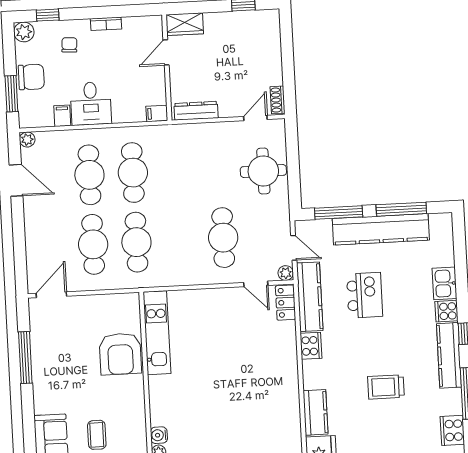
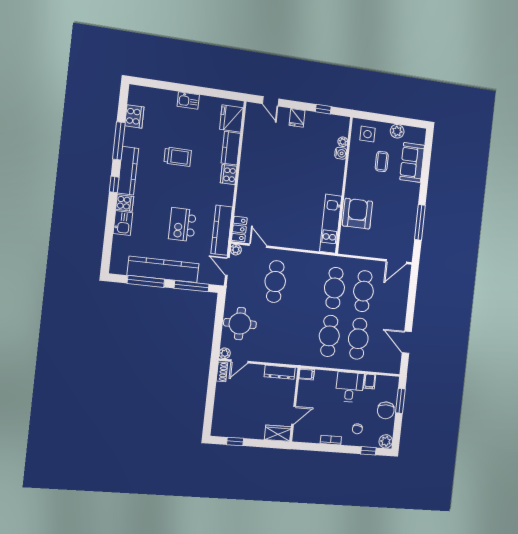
chair: (31, 77) -> (386, 410), turned -90
plant: (27, 140) -> (225, 353), moved
cooker: (311, 346) -> (229, 175), moved

